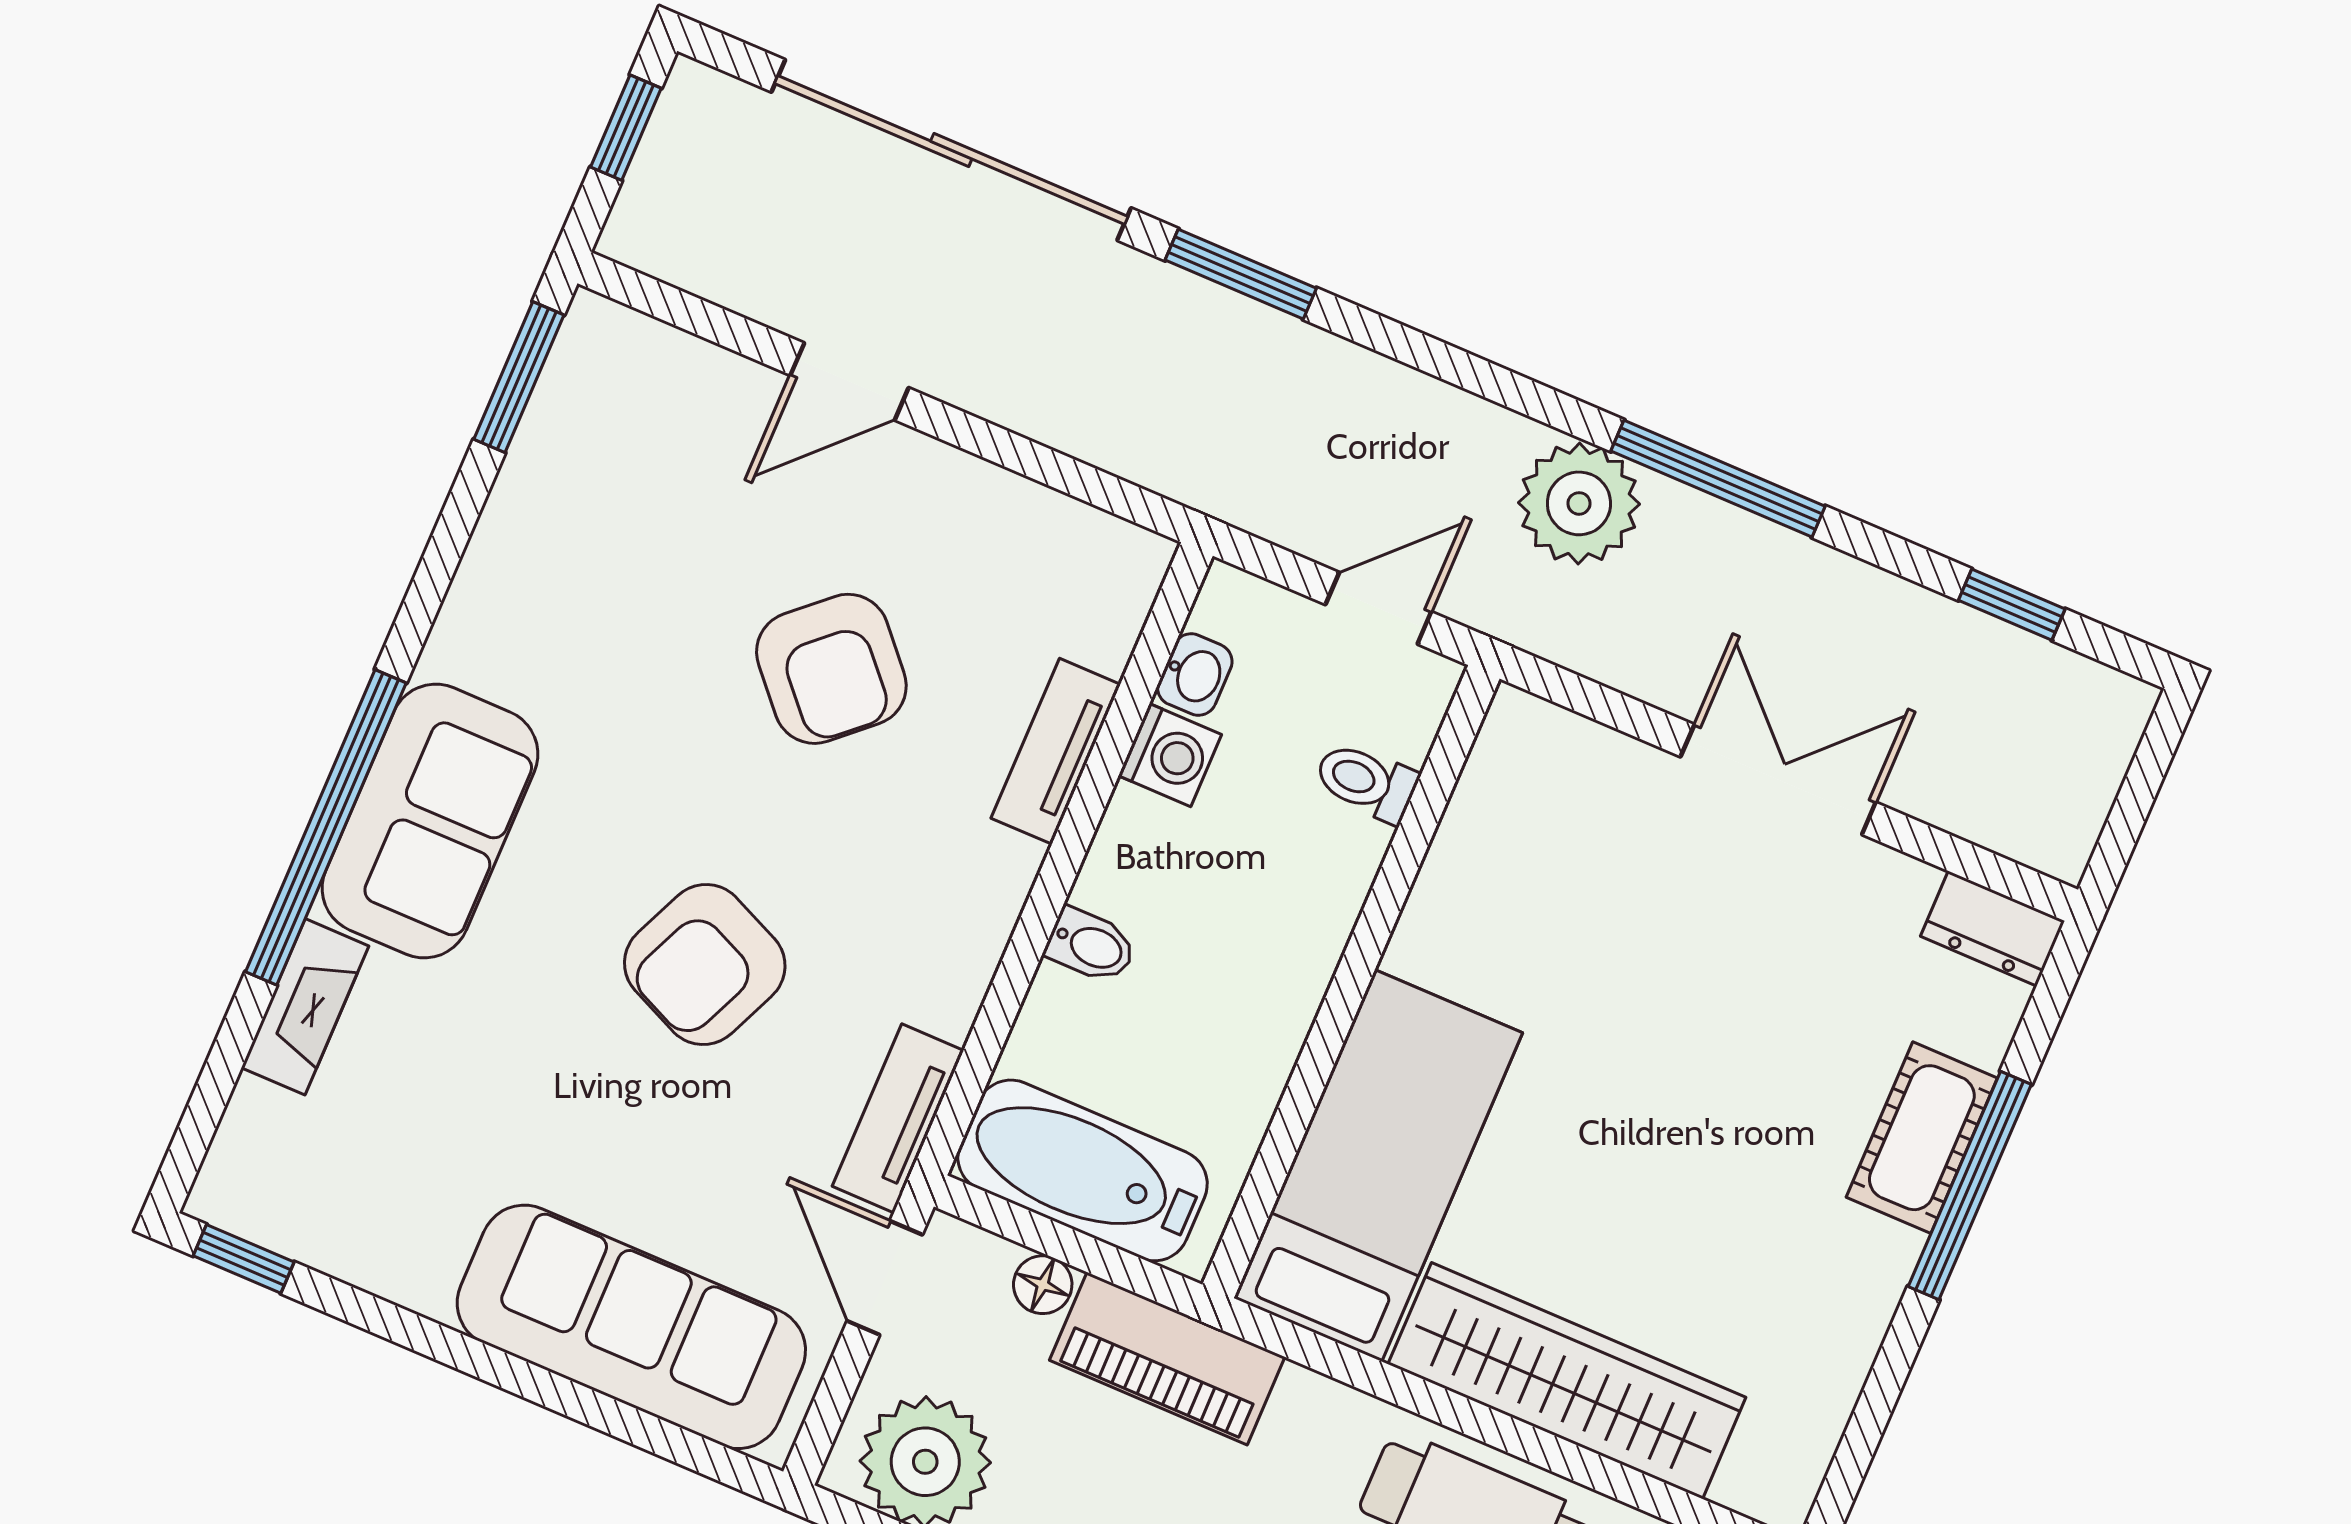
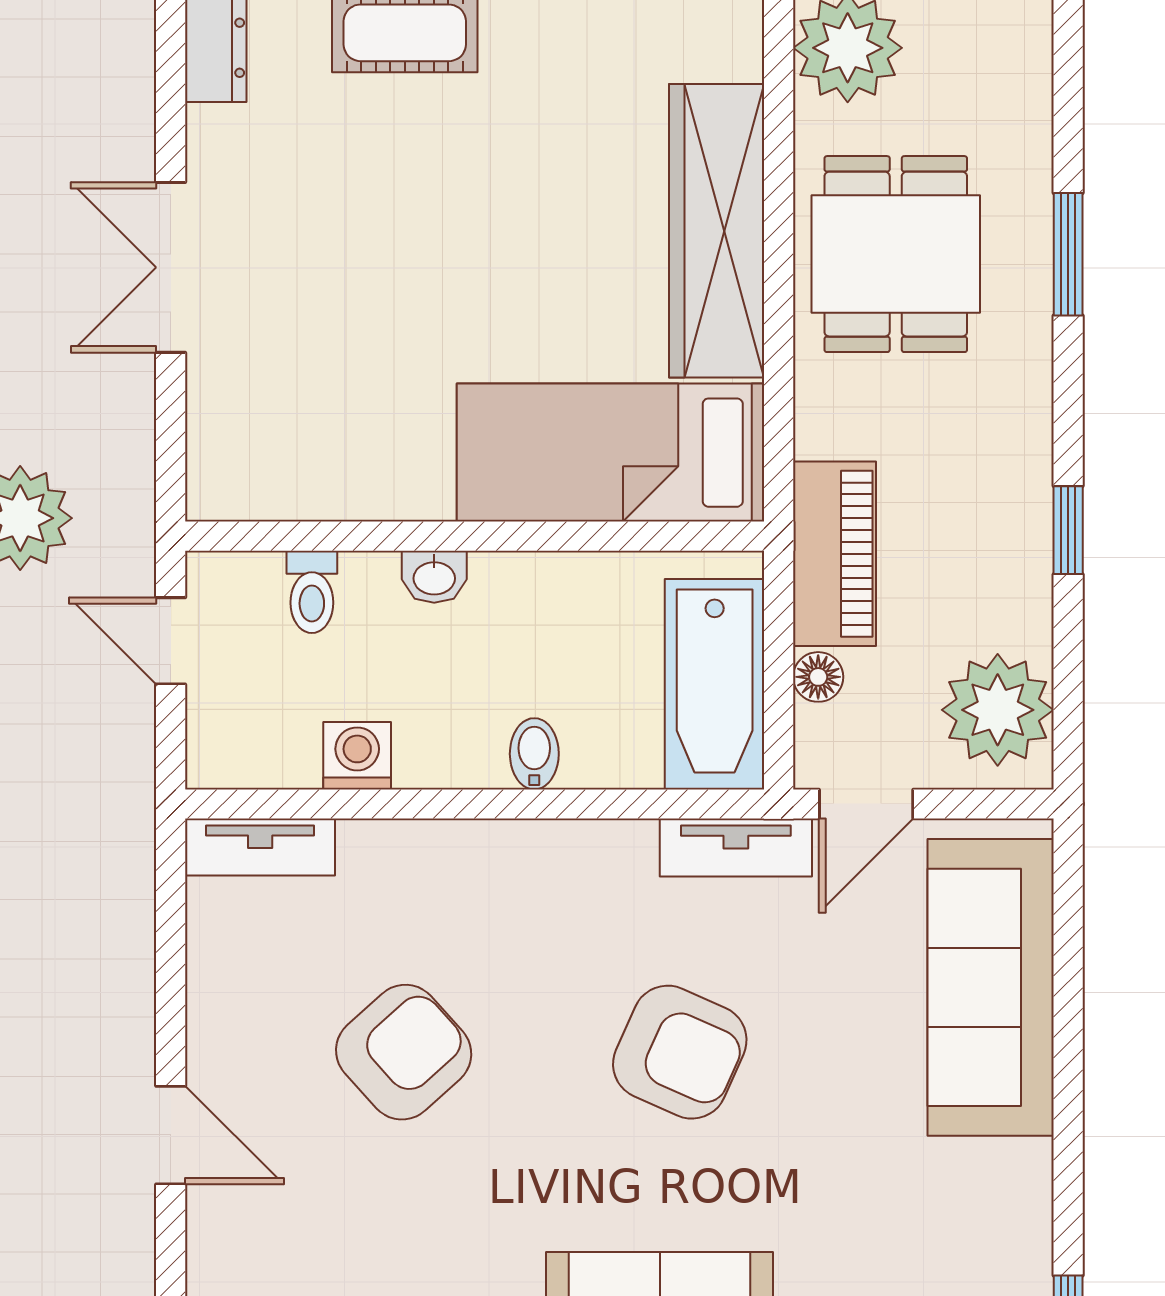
washbasin: (1195, 675) -> (434, 577), moved, turned 180
tv unit: (1056, 751) -> (260, 847), moved

